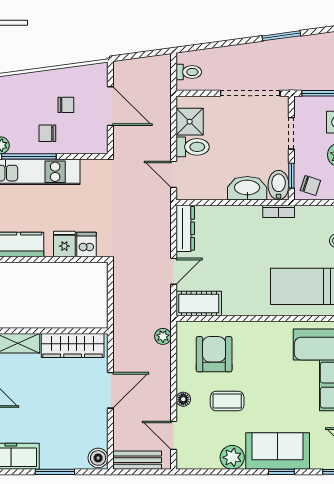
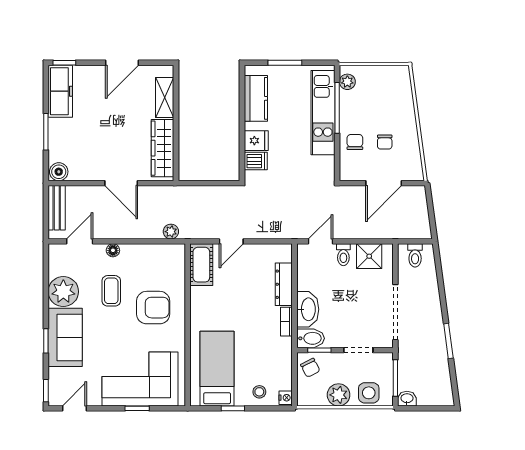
chair: (47, 133) -> (355, 142), moved
toilet: (193, 147) -> (343, 255), width x0.73, depth x0.72
chair: (310, 185) -> (310, 368), turned -45
bookcase: (279, 211) -> (286, 322), moved
dresser: (185, 228) -> (284, 284), moved, turned 90
door: (174, 271) -> (231, 241), hinge flipped
armchair: (214, 354) -> (153, 308), moved
plant: (232, 457) -> (63, 292), width x1.36, depth x1.36

